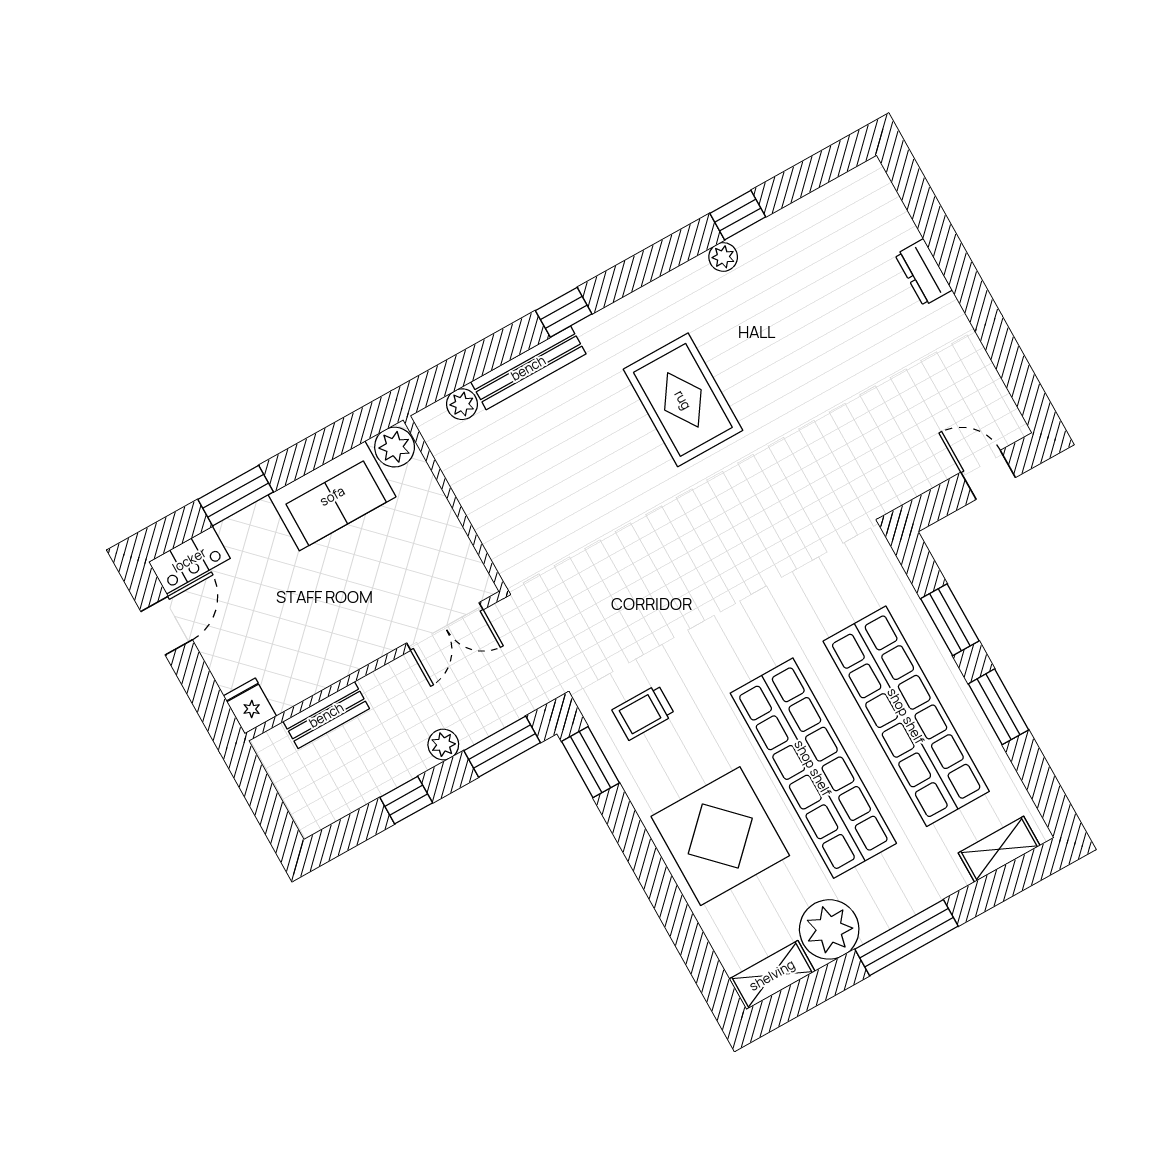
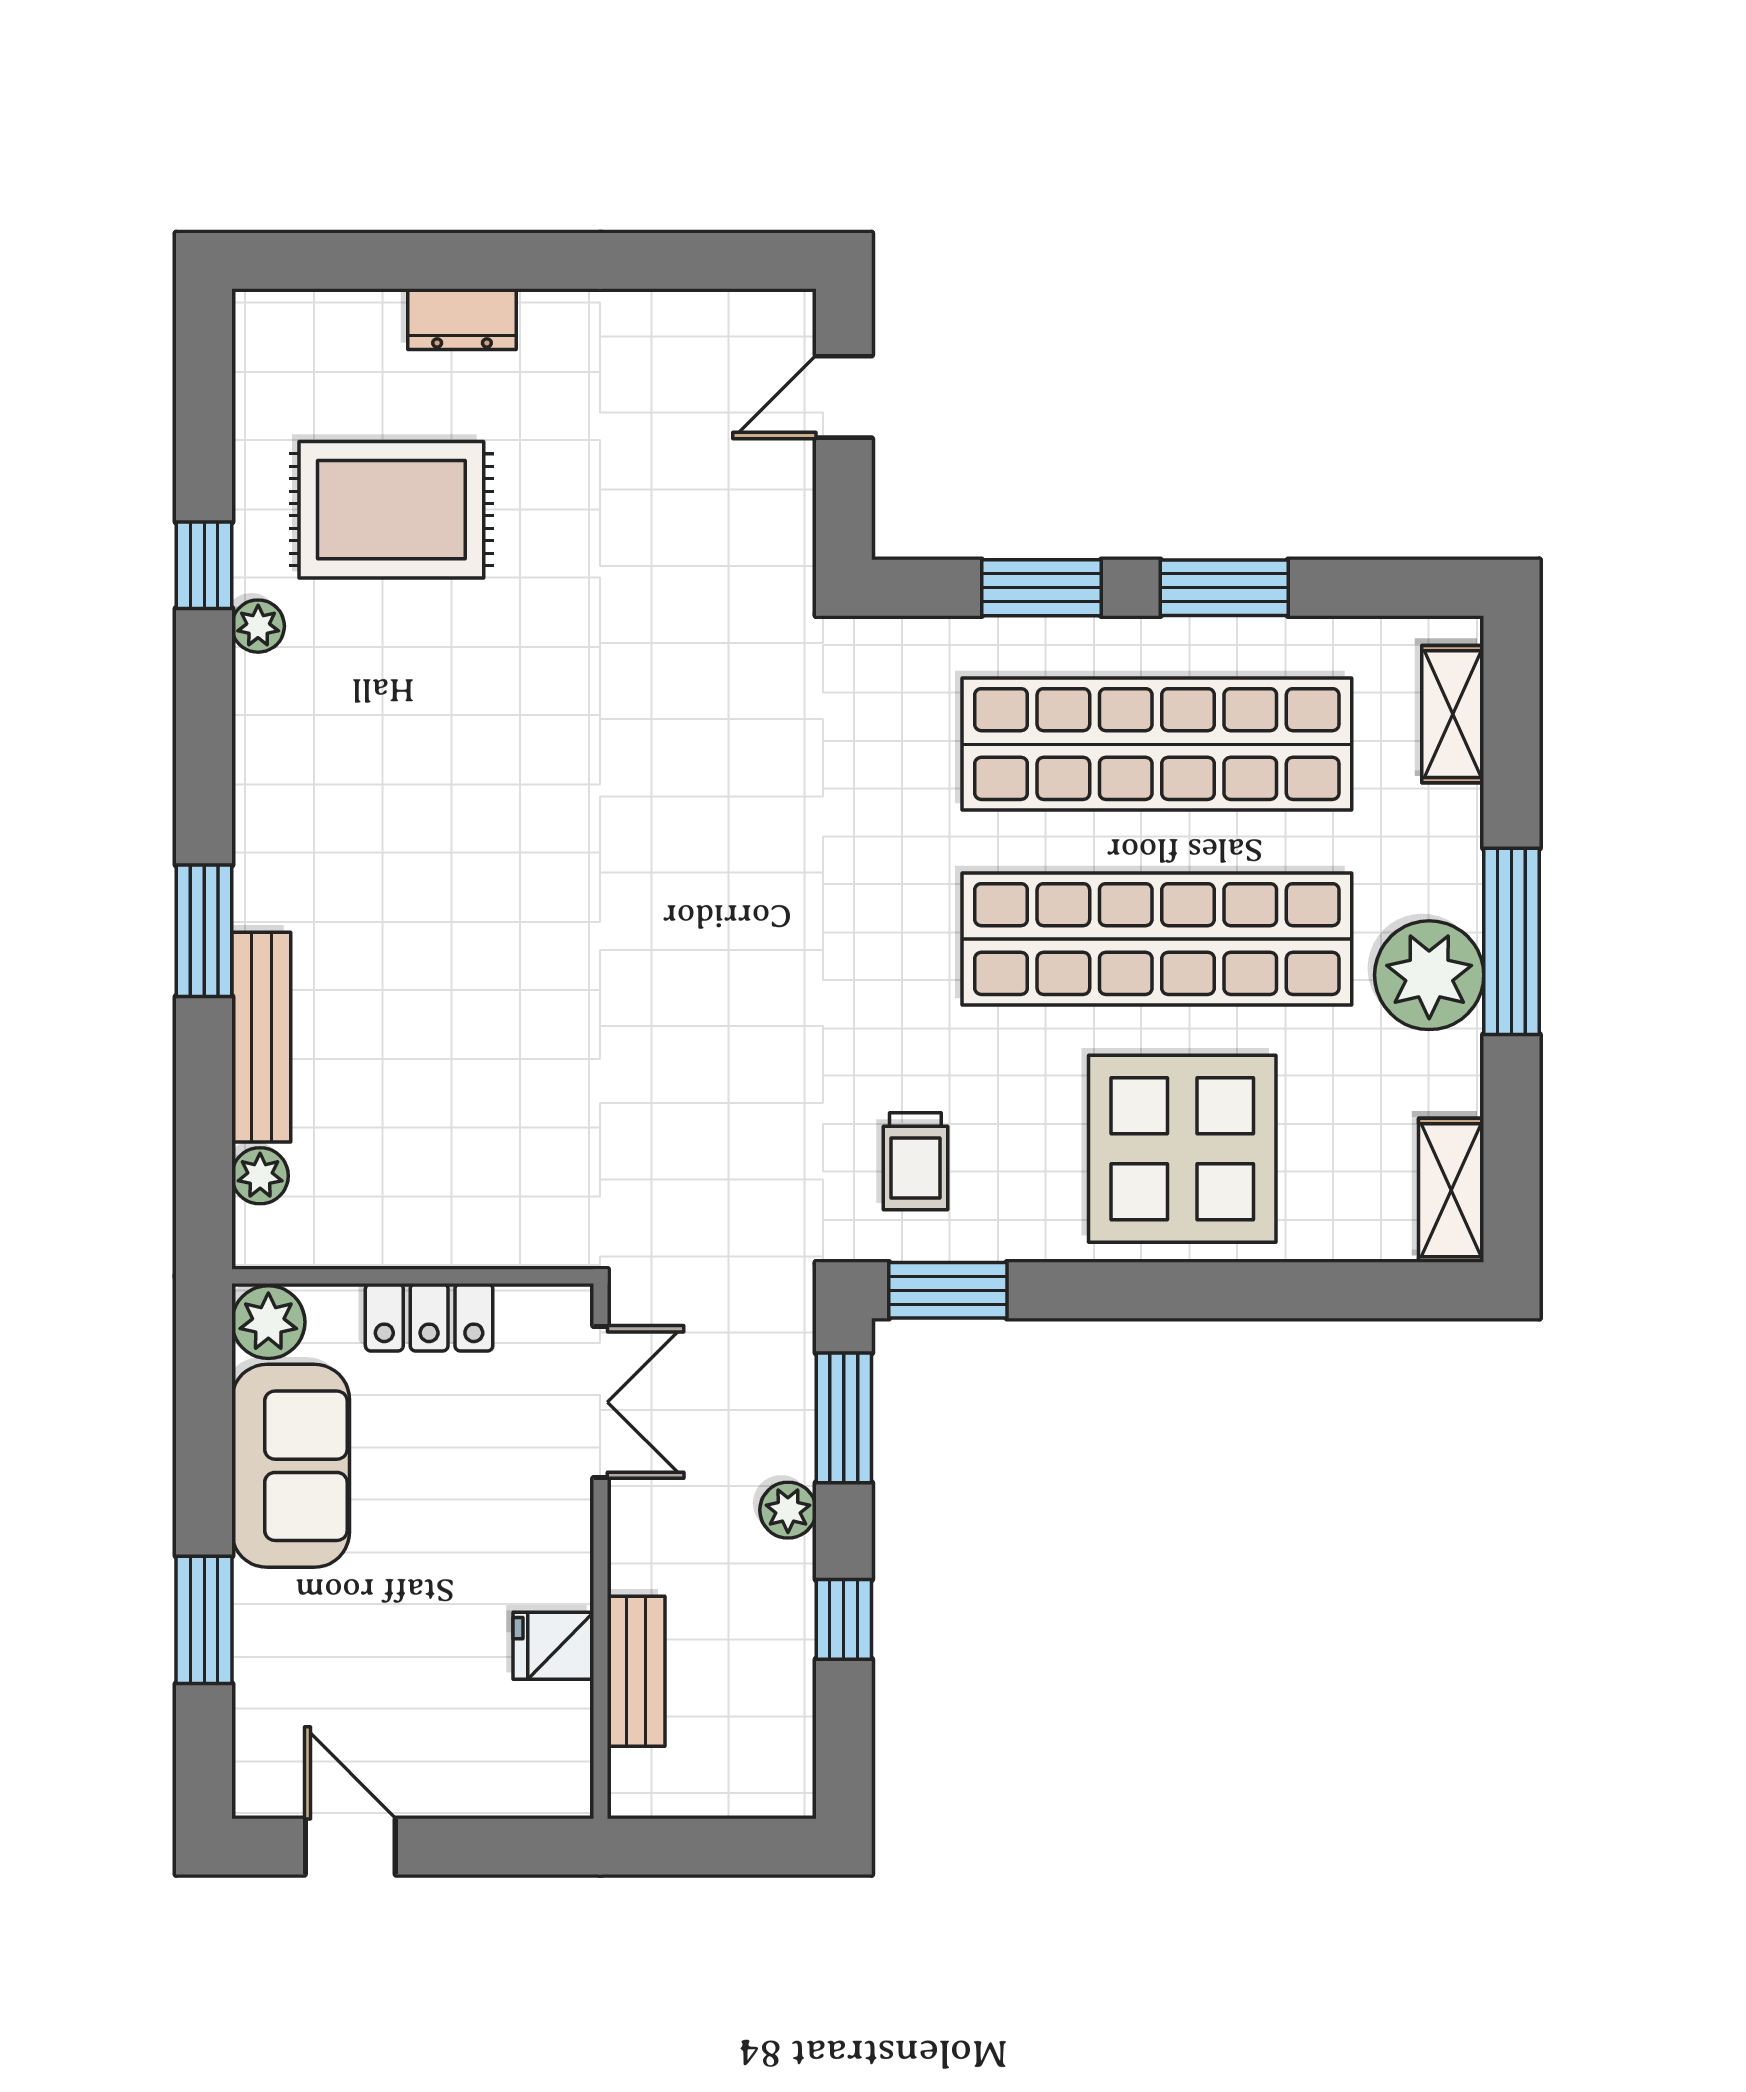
window: (564, 312) -> (204, 931), width x1.50
rug: (683, 400) -> (391, 510), moved
locker: (189, 560) -> (429, 1317), moved, turned 90
fridge: (250, 706) -> (553, 1646), moved
plant: (829, 929) -> (1429, 975), moved

